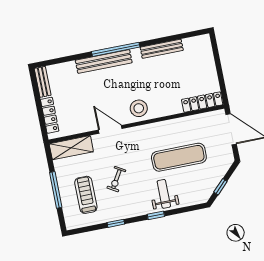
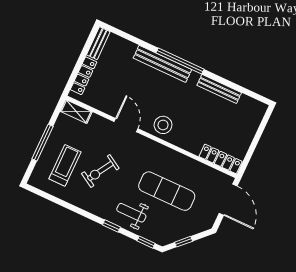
shelving: (71, 148) -> (76, 112), width x0.67, depth x0.75
exercise bike: (116, 179) -> (100, 171), width x1.38, depth x1.39
weight bench: (164, 194) -> (131, 213), turned -90
window: (116, 223) -> (146, 242), moved

